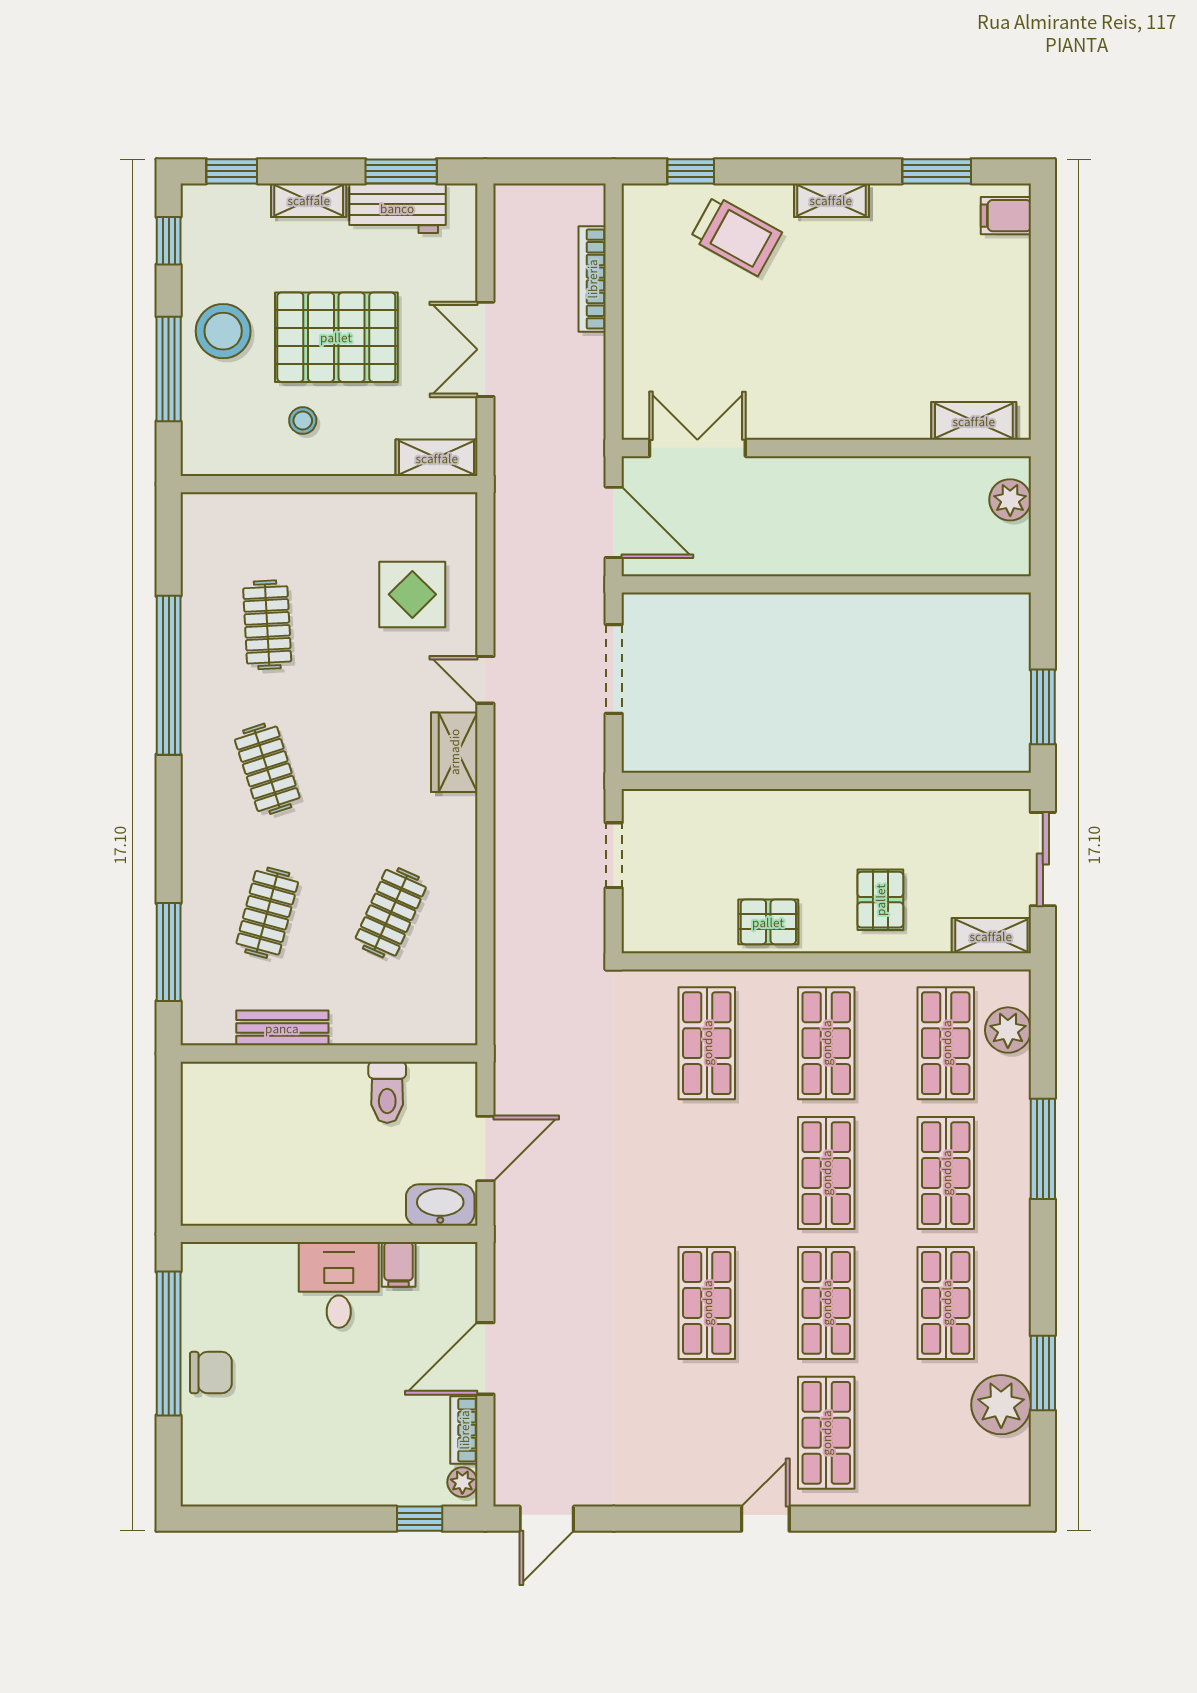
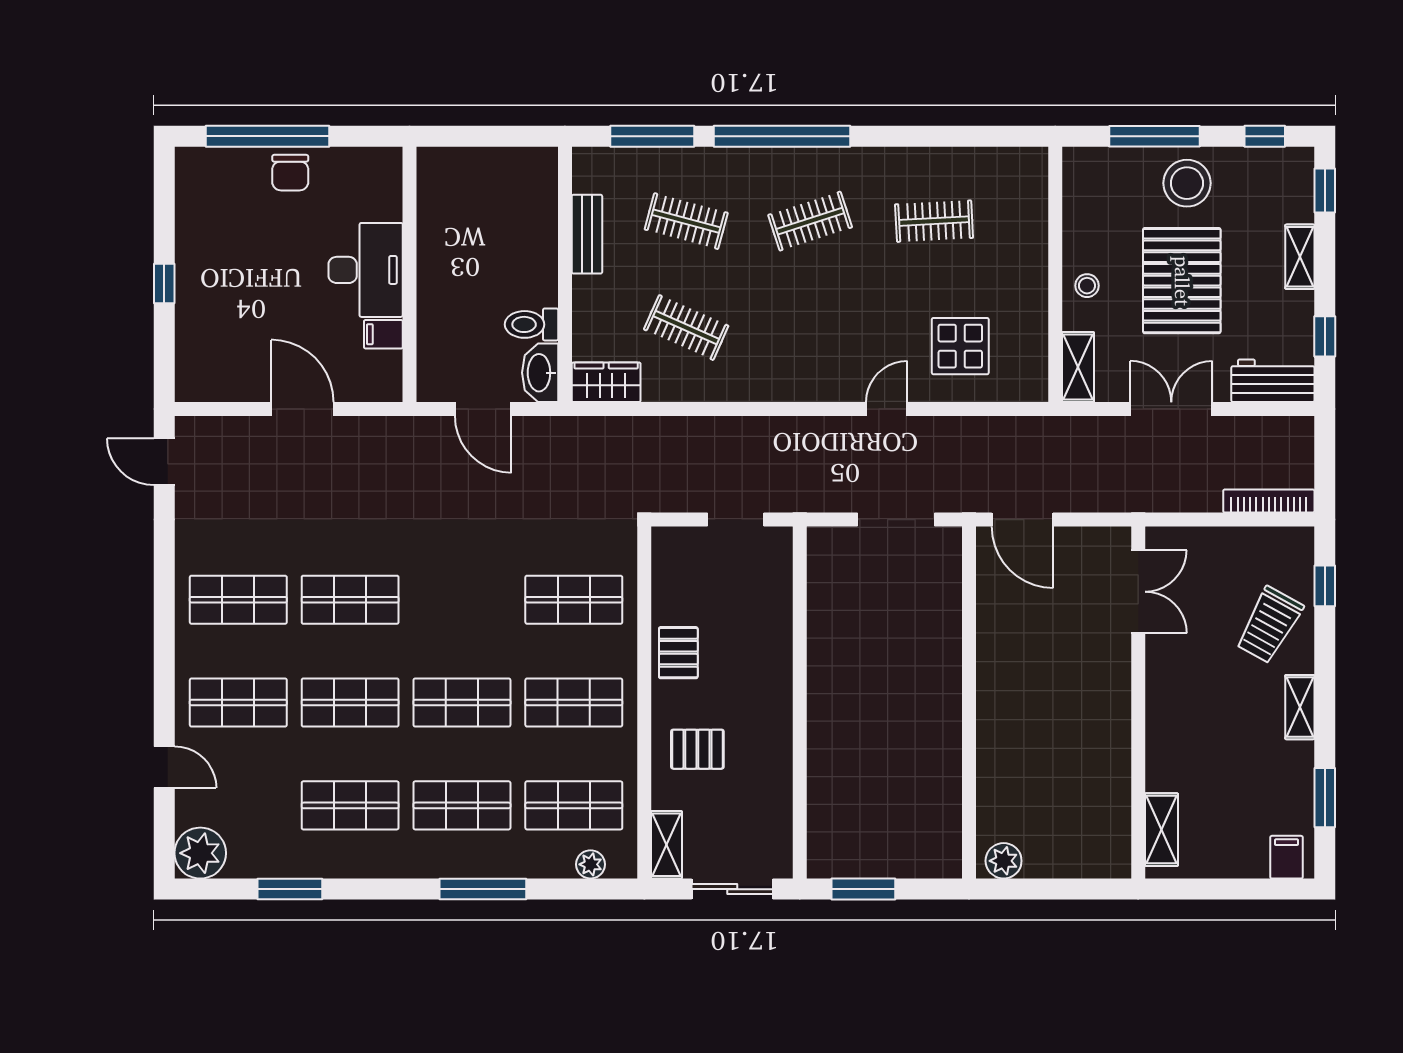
window: (401, 171) -> (1325, 336), width x0.67
workbench: (397, 208) -> (1273, 381), moved, turned 90
bookcase: (592, 279) -> (1269, 501), moved
stool: (303, 421) -> (1087, 286), moved
shelving: (974, 421) -> (1162, 830), moved
double door: (697, 448) -> (1138, 592), moved
wall: (826, 448) -> (1138, 703), moved
plant: (1010, 500) -> (1004, 861), moved
door: (614, 522) -> (1022, 520), hinge flipped
window: (169, 675) -> (782, 136), moved
wardrobe: (454, 752) -> (606, 382), moved
plant: (1008, 1030) -> (590, 864), width x0.73, depth x0.73
washbasin: (440, 1205) -> (540, 373), moved, turned 180
desk: (339, 1285) -> (366, 270), width x1.37
window: (169, 1344) -> (268, 136), moved
plant: (1001, 1405) -> (200, 853), moved
bookcase: (464, 1430) -> (241, 390), removed
shop shelf: (707, 1433) -> (238, 600), added
plant: (462, 1482) -> (196, 389), removed
window: (420, 1519) -> (164, 283), moved
door: (765, 1519) -> (164, 767), moved

